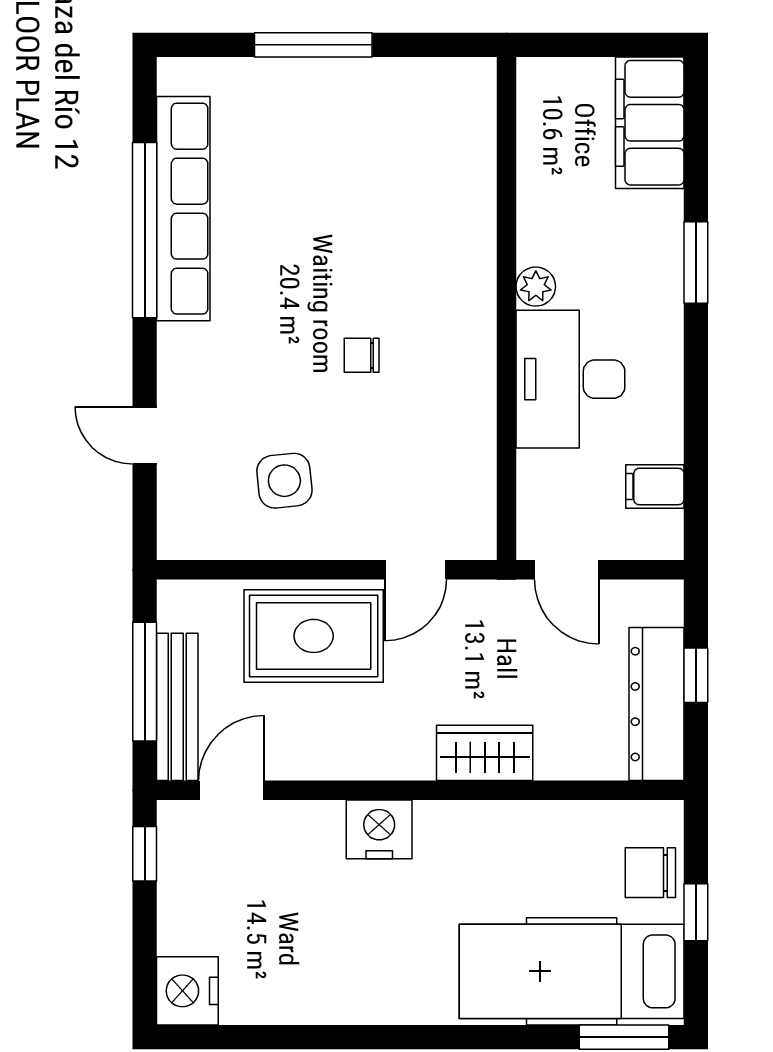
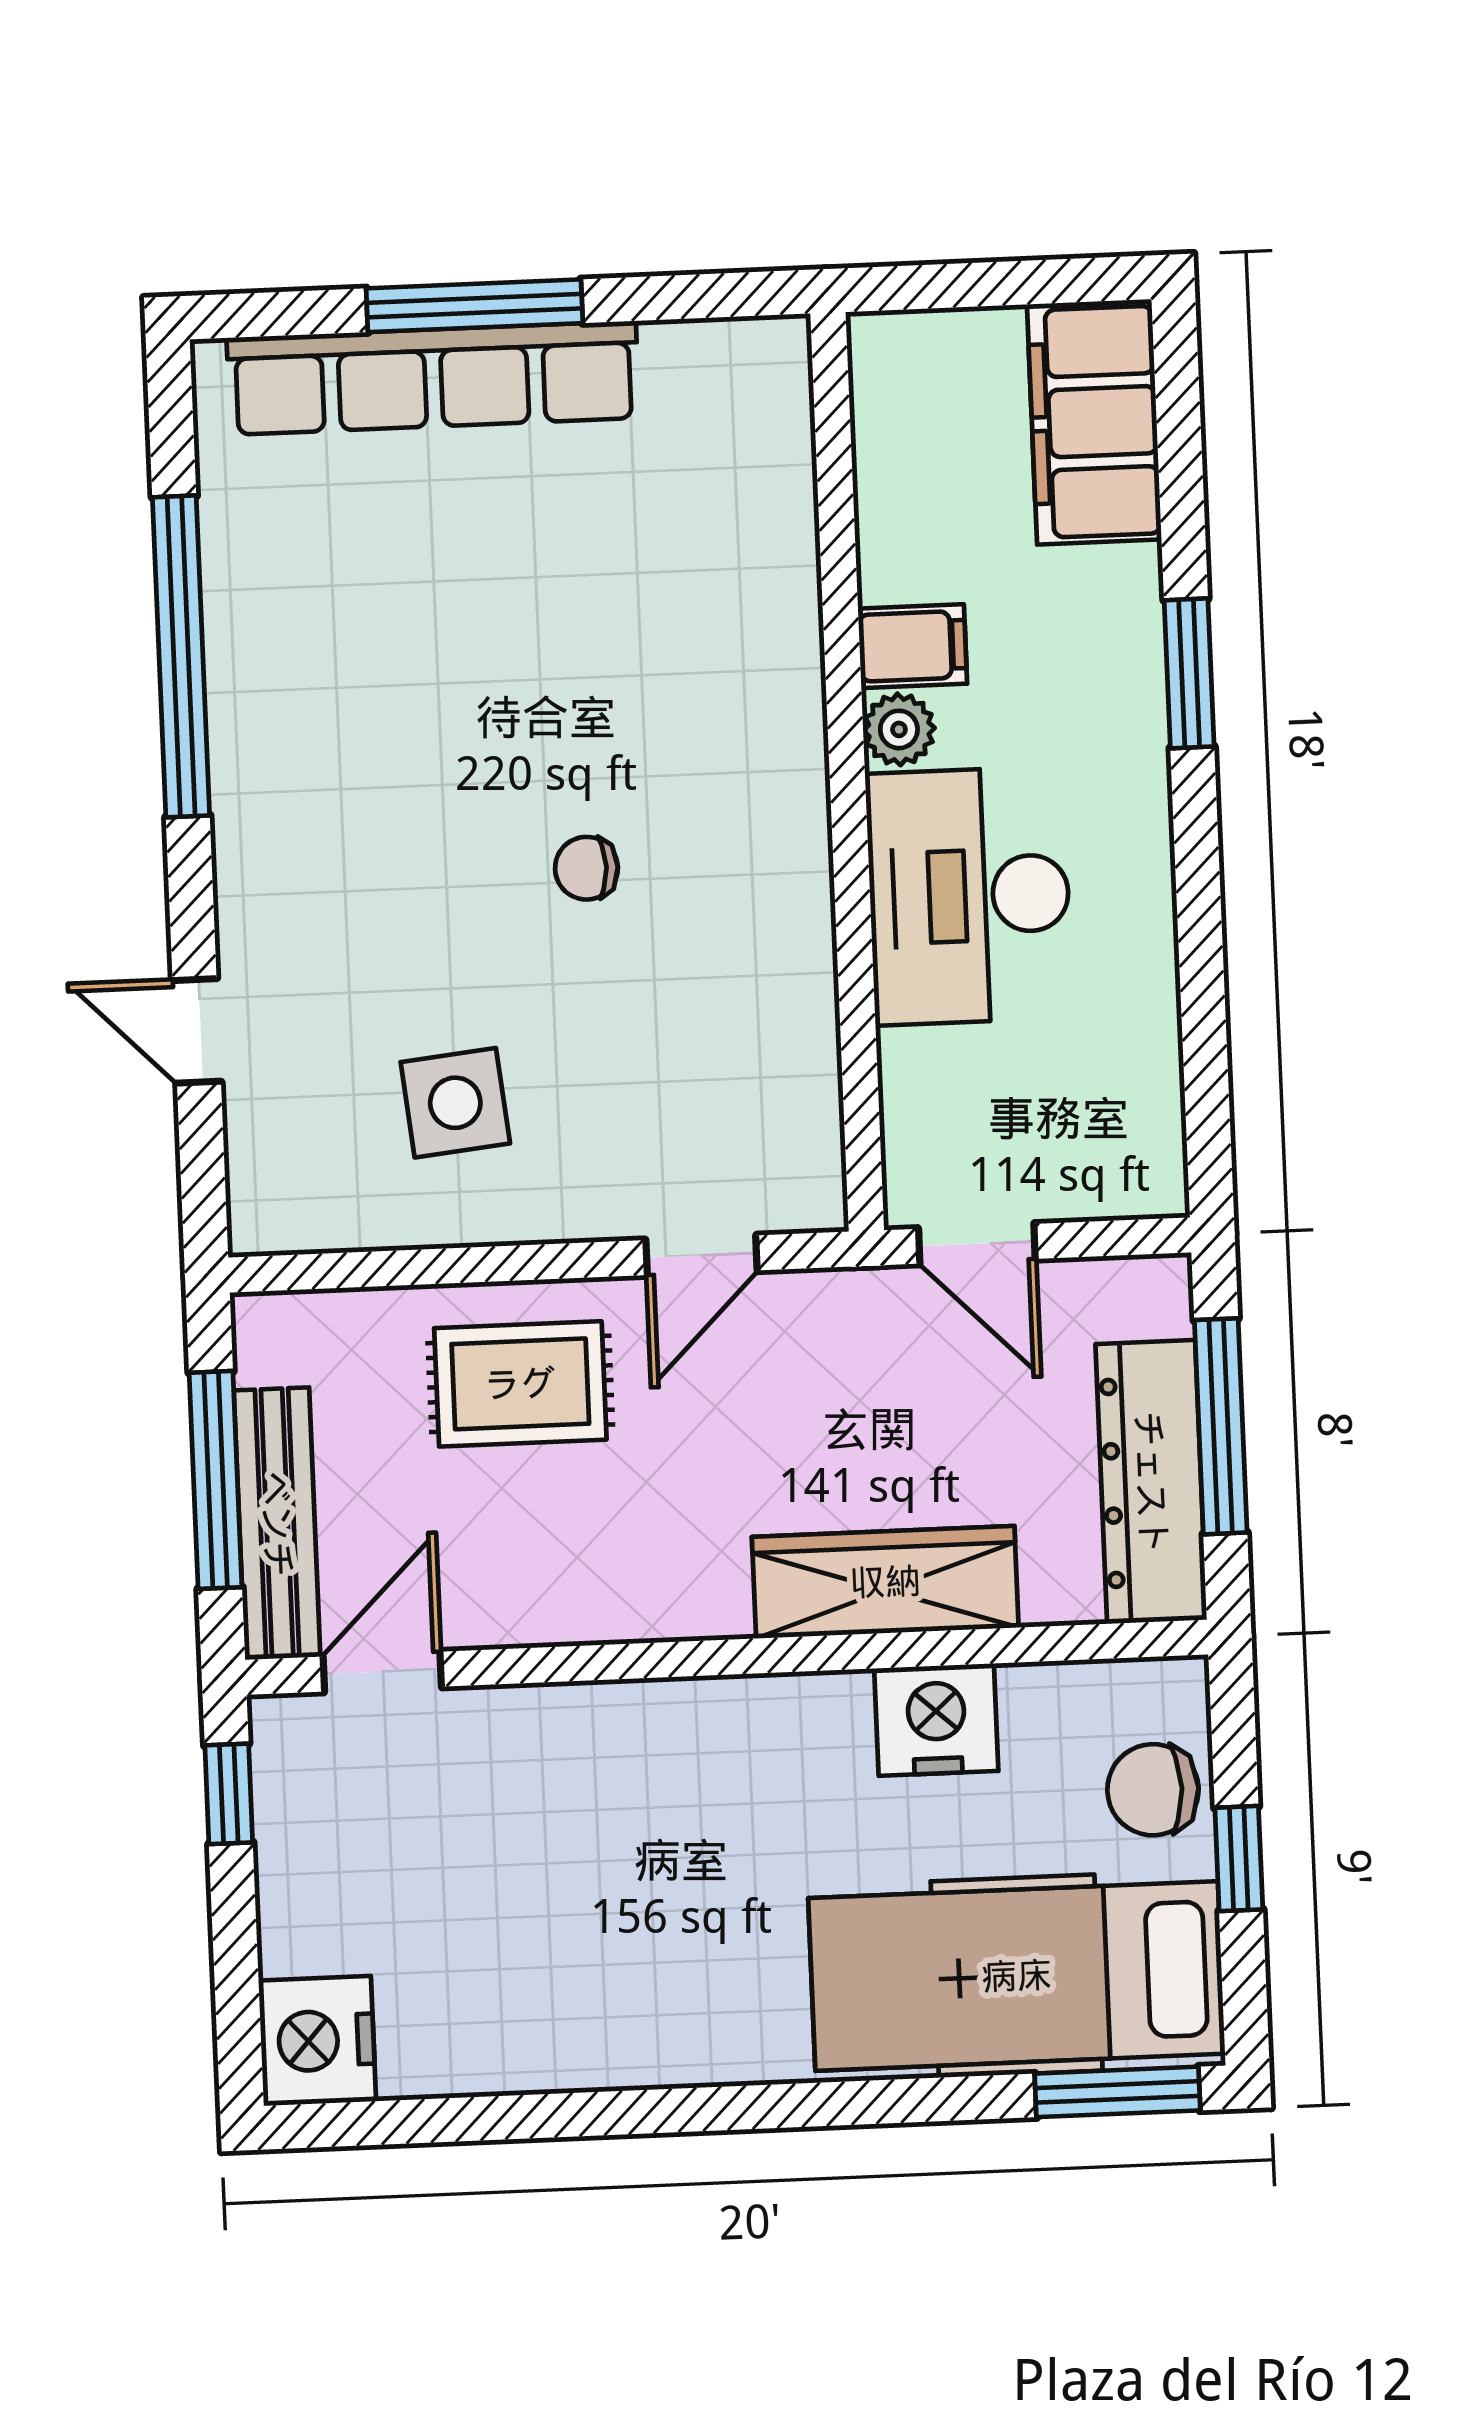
row of seats: (183, 209) -> (433, 378), moved, turned 90
filing cabinet: (655, 486) -> (913, 646), moved, turned 180
rug: (314, 636) -> (520, 1384), width x0.73, depth x0.70
window: (696, 675) -> (1221, 1426), width x2.17
wardrobe: (485, 753) -> (885, 1582), width x1.50
nightstand: (379, 829) -> (936, 1720), moved

